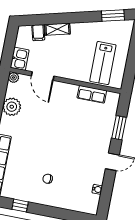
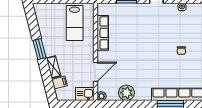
window: (113, 15) -> (40, 49), moved
lab bench: (103, 63) -> (75, 23), turned 90
row of seats: (92, 94) -> (103, 33), width x1.48

